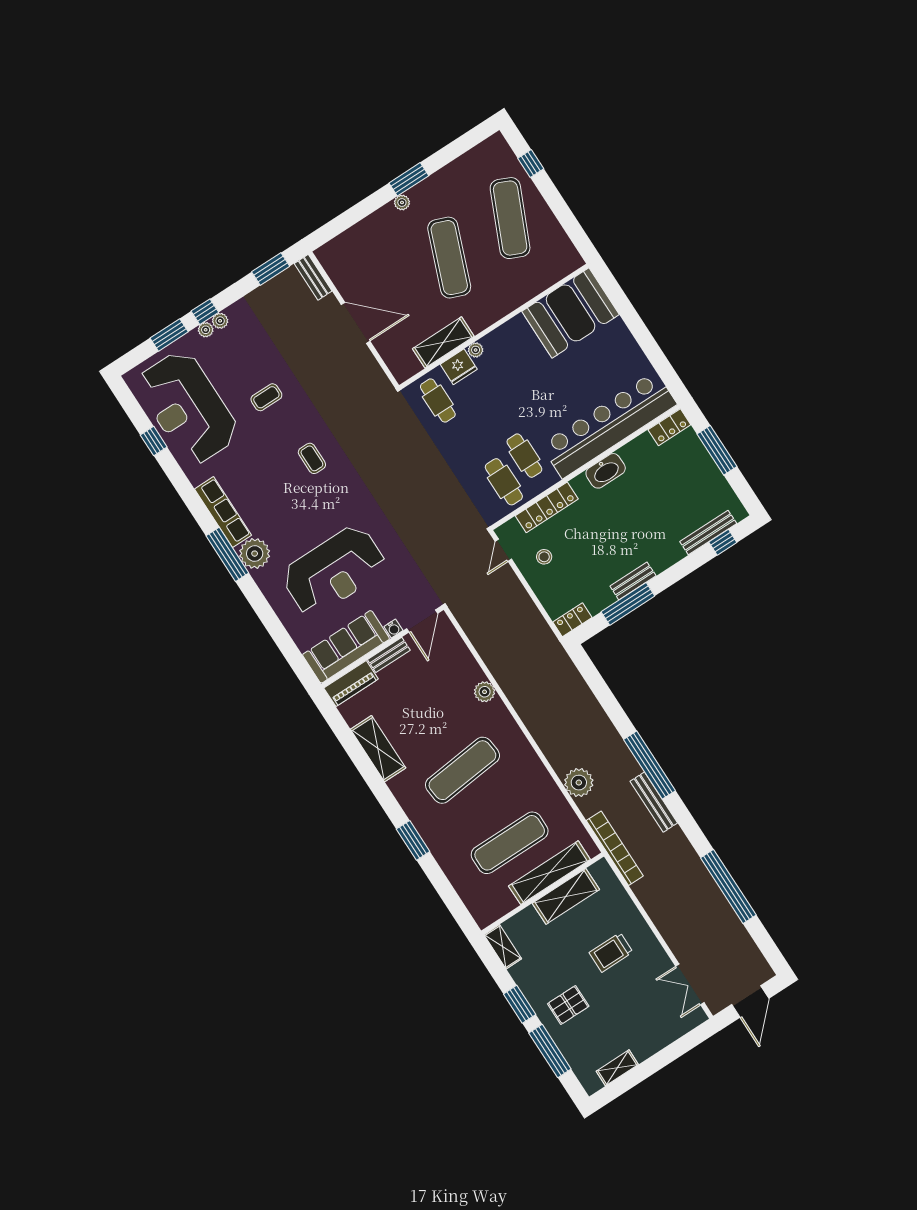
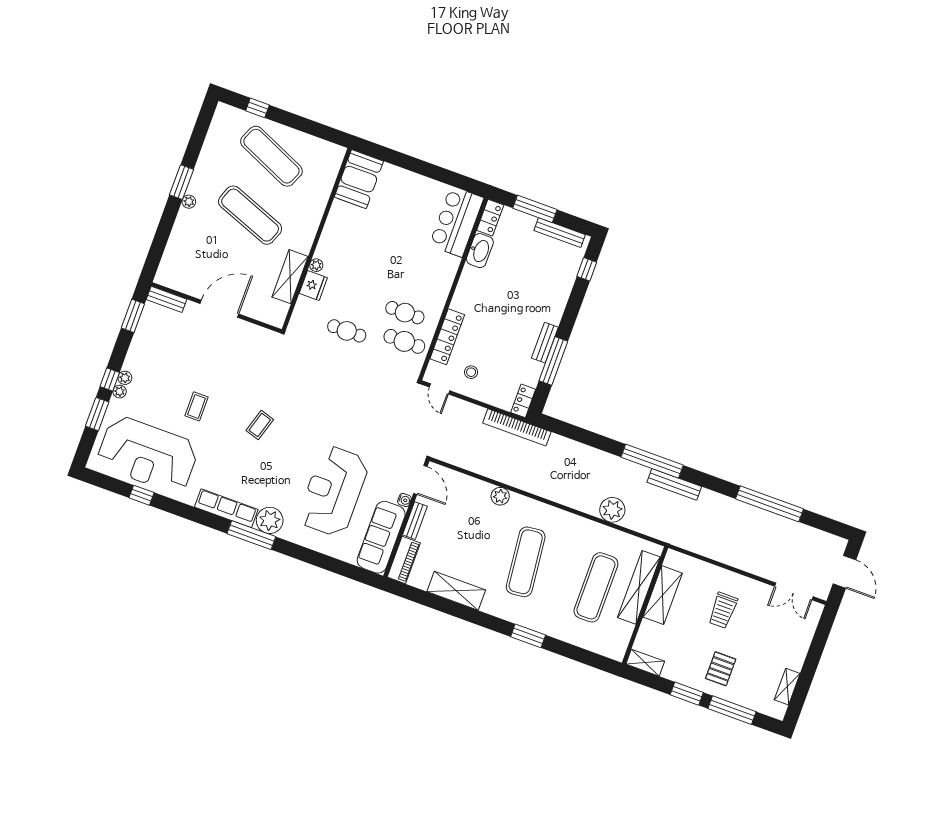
booth: (571, 313) -> (359, 179), width x0.73, depth x0.70
cafe table: (438, 401) -> (347, 331), moved
bar counter: (609, 425) -> (456, 222), width x0.54
coffee table: (312, 458) -> (260, 425), turned -73
washbasin: (606, 471) -> (480, 251), moved
bench: (708, 532) -> (560, 233), moved, turned 90
reception desk: (334, 571) -> (333, 491), turned 180
bookcase: (615, 848) -> (517, 427), moved, turned 180

